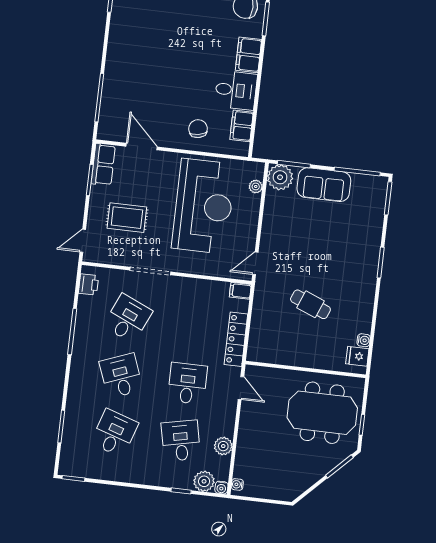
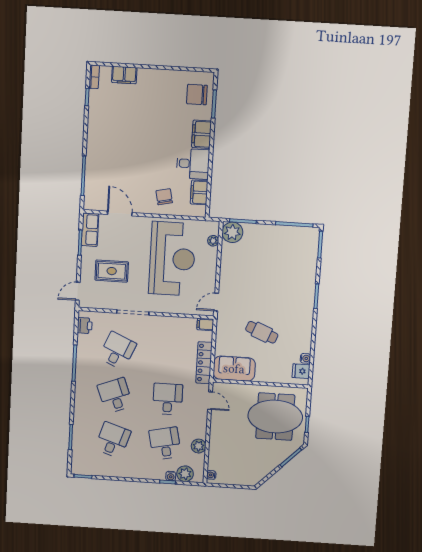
sofa: (324, 185) -> (234, 369), moved, turned 180
water cooler: (221, 488) -> (171, 476), moved

